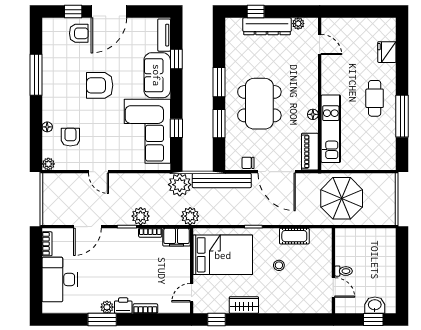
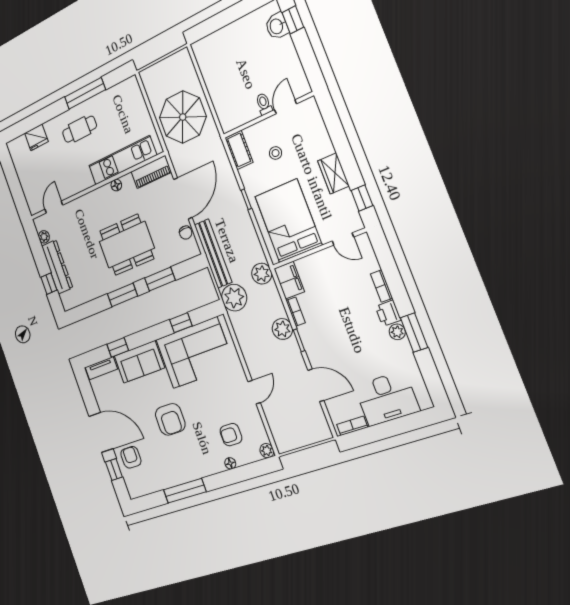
wall: (333, 271) -> (268, 115), moved
toilet: (344, 271) -> (264, 104), moved
door: (333, 288) -> (286, 107), moved

